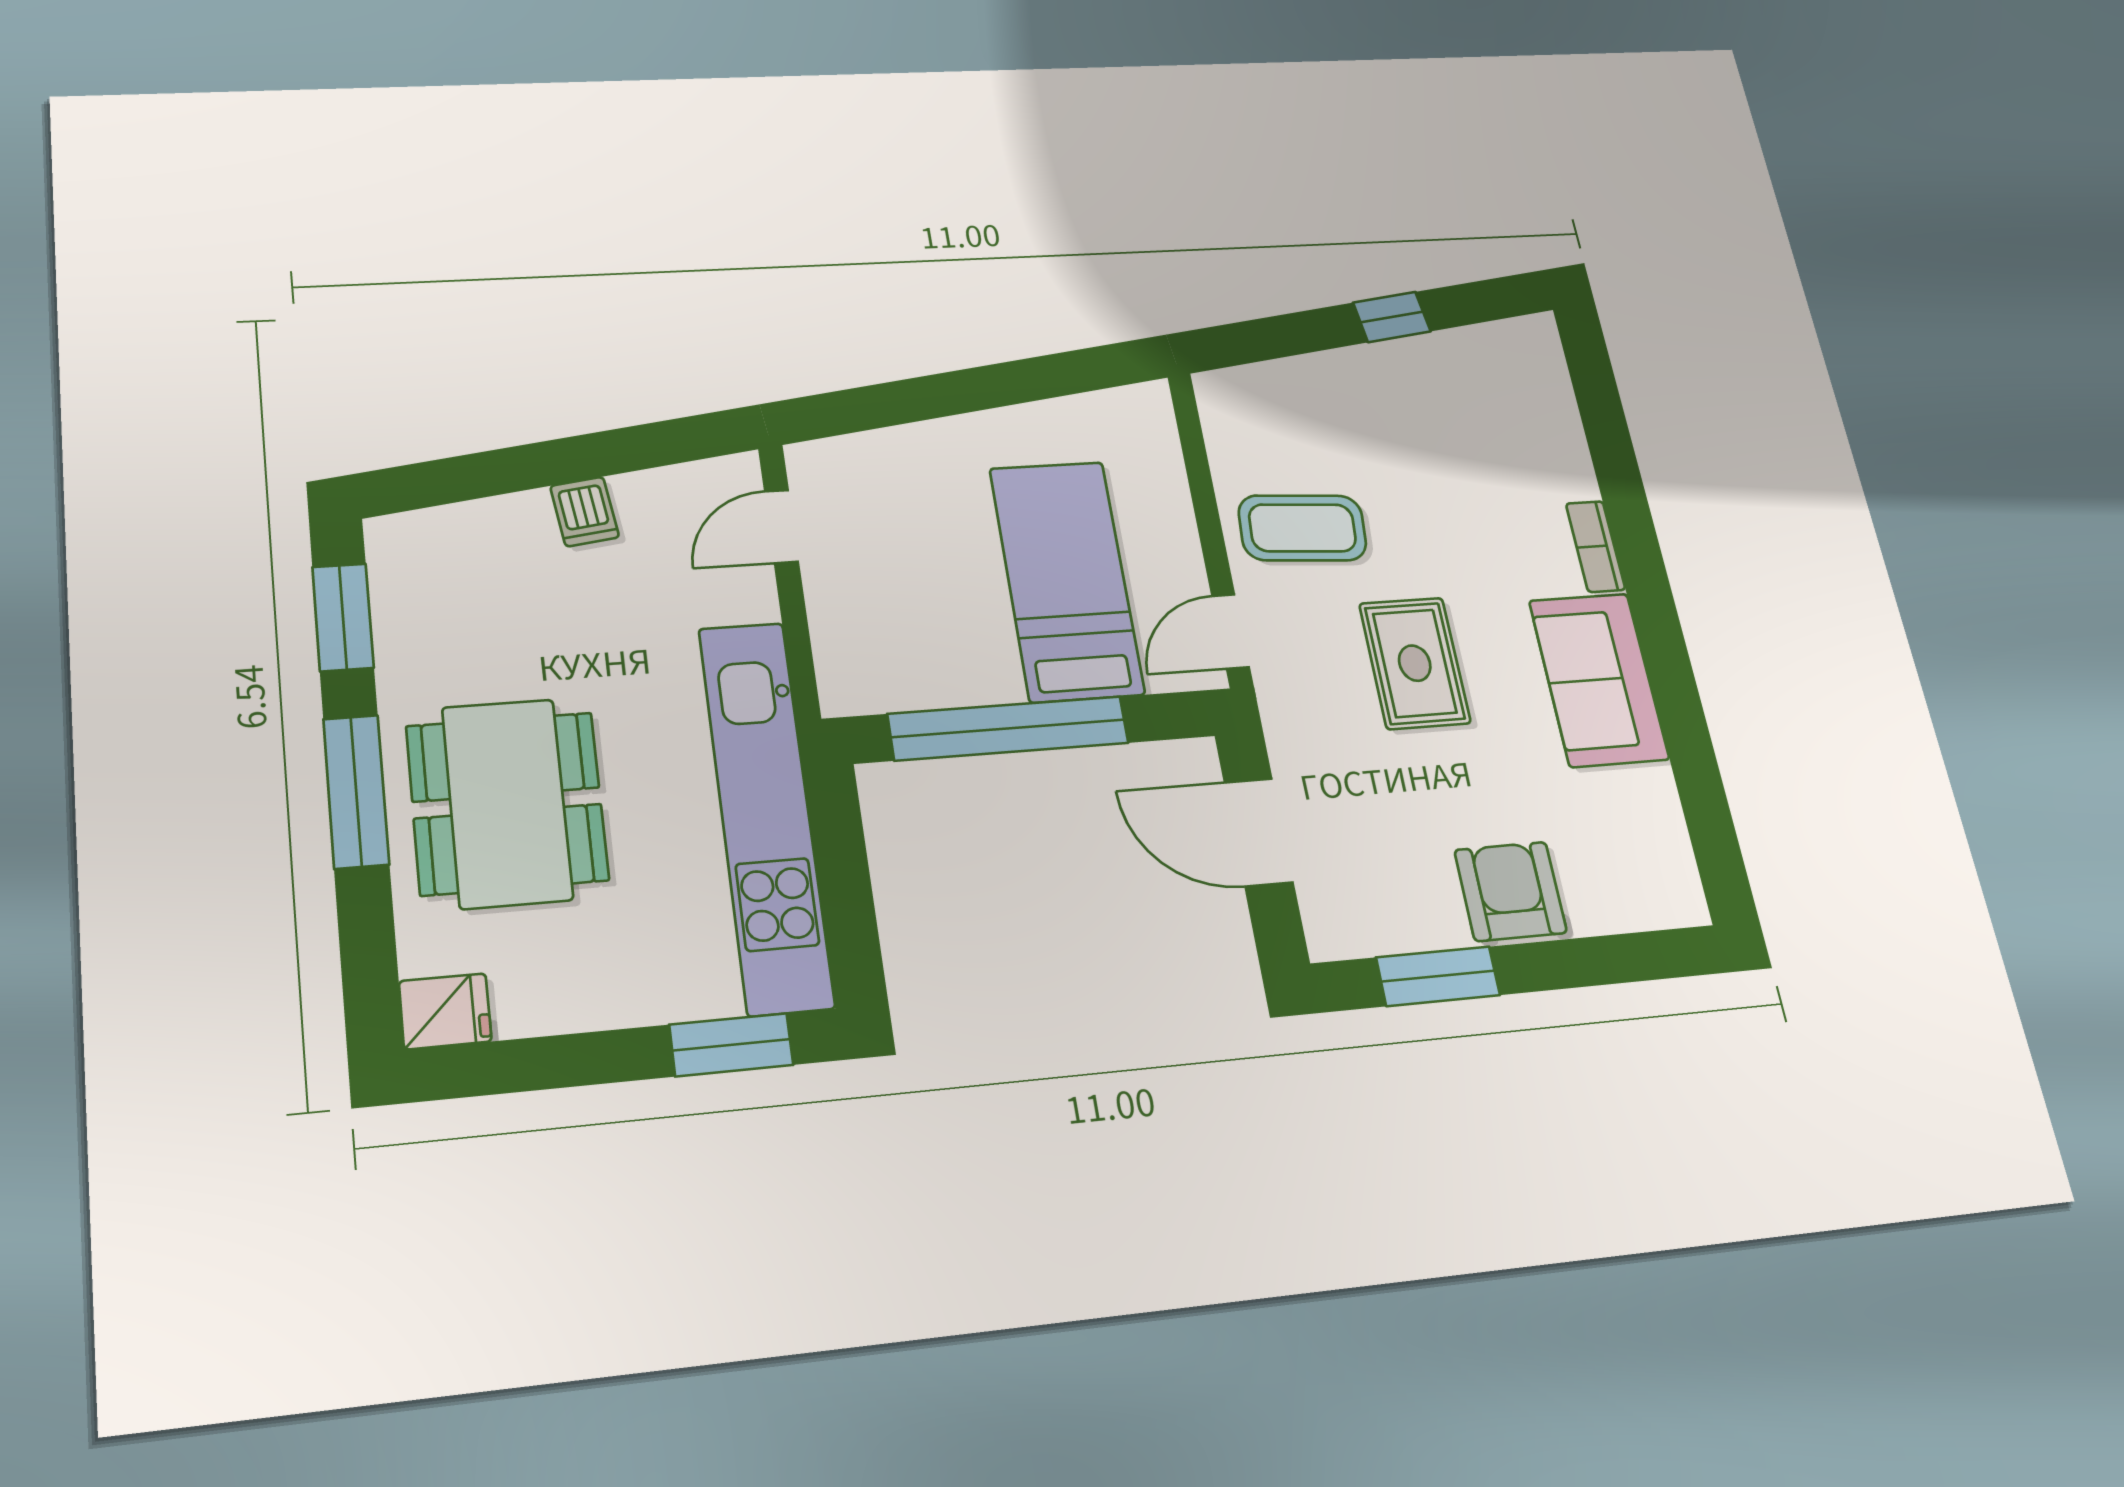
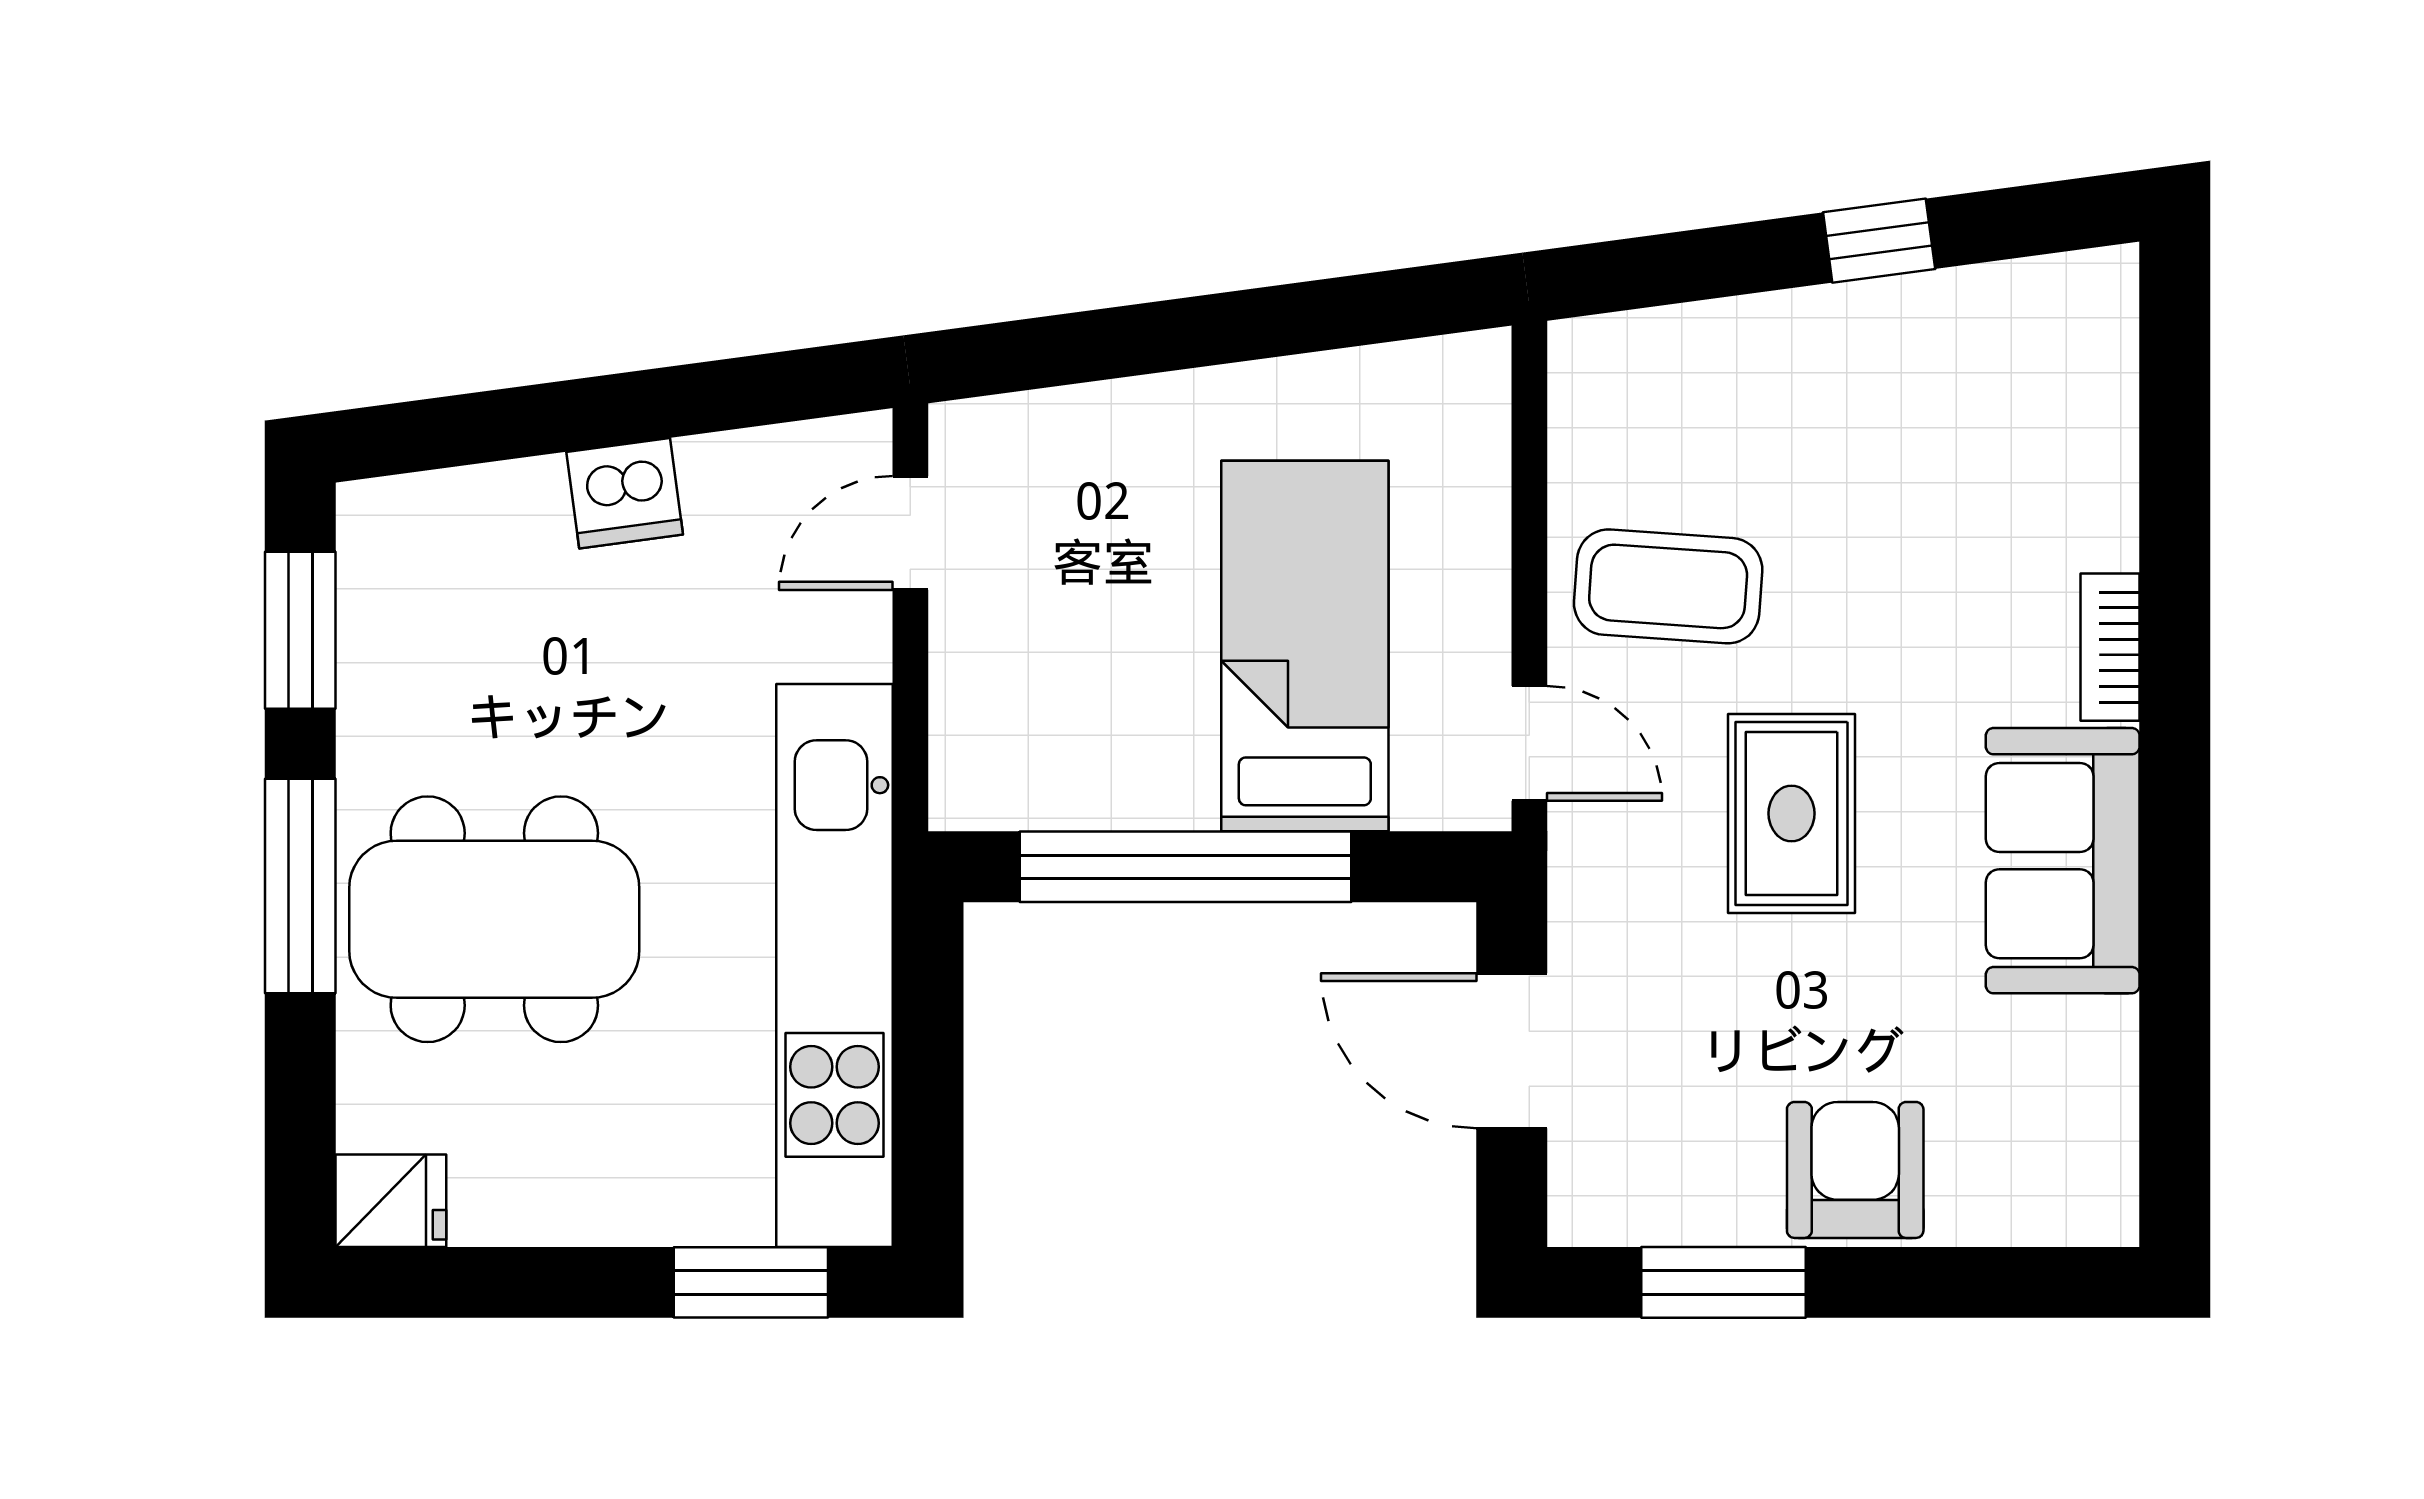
dishwasher: (585, 512) -> (625, 493), width x1.38
door: (1230, 631) -> (1529, 743), swing flipped
dining table: (507, 803) -> (494, 919), turned 90

